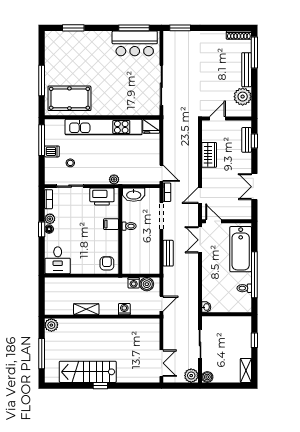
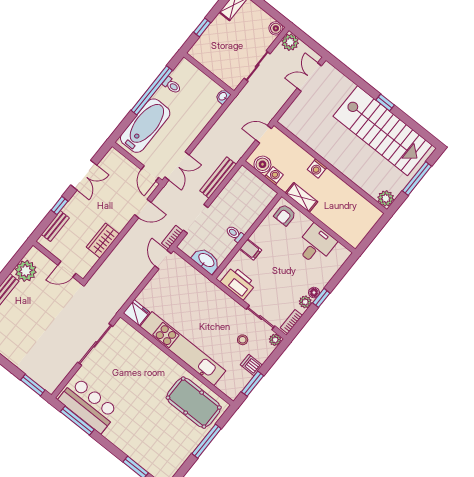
window: (42, 140) -> (253, 384), width x0.69
window: (254, 141) -> (59, 206), moved
plant: (114, 179) -> (275, 340), moved
bench: (168, 253) -> (218, 178), width x1.36
desk: (58, 260) -> (316, 245), moved
shelving: (86, 309) -> (301, 197), moved
washing machine: (124, 309) -> (317, 169), moved
stairs: (88, 372) -> (383, 131), width x1.36, depth x1.51

